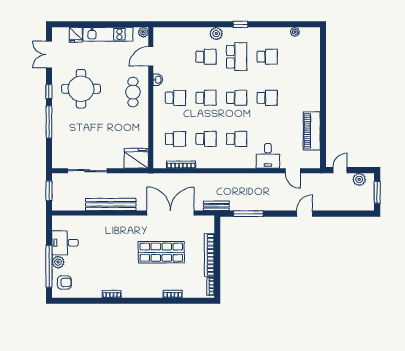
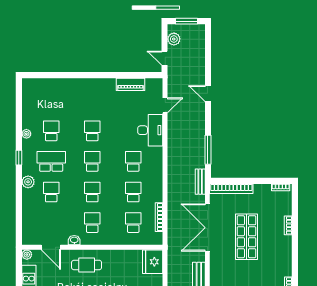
plant: (295, 32) -> (26, 134), moved
piano: (312, 131) -> (130, 84), width x0.73, depth x0.75
desk: (268, 156) -> (150, 130), width x1.37
bookcase: (209, 255) -> (231, 189), moved

